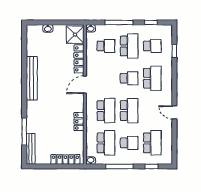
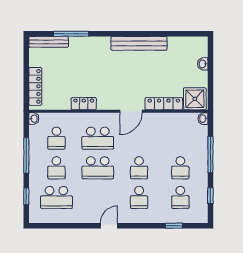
school desk: (106, 46) -> (180, 138), removed
school desk: (129, 46) -> (180, 168), width x0.54
school desk: (152, 78) -> (139, 197), width x0.54
door: (85, 85) -> (131, 111), swing flipped
door: (174, 112) -> (109, 226), moved
school desk: (106, 143) -> (56, 138), width x0.54

